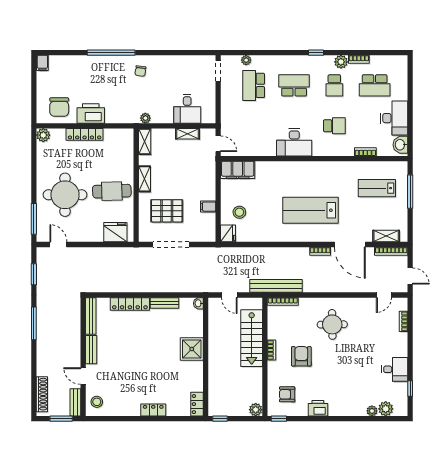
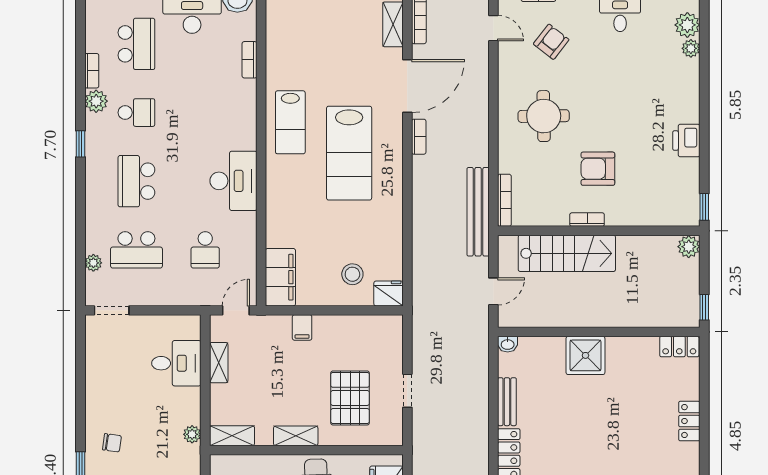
school desk: (334, 126) -> (205, 250), moved, turned 180
lab bench: (377, 188) -> (290, 122), moved
filing cabinet: (208, 207) -> (302, 327), moved
doorway: (171, 244) -> (407, 391), width x0.53
armchair: (287, 394) -> (551, 42), moved, turned -142

